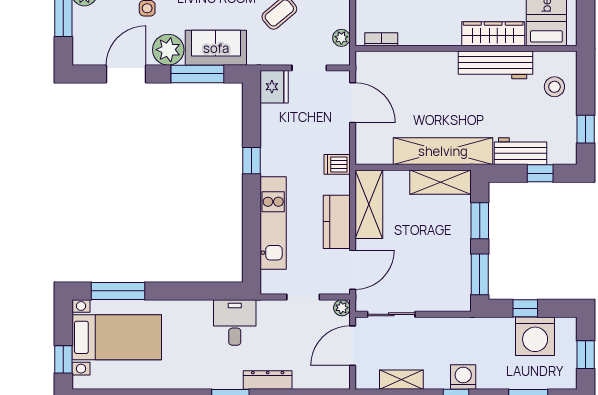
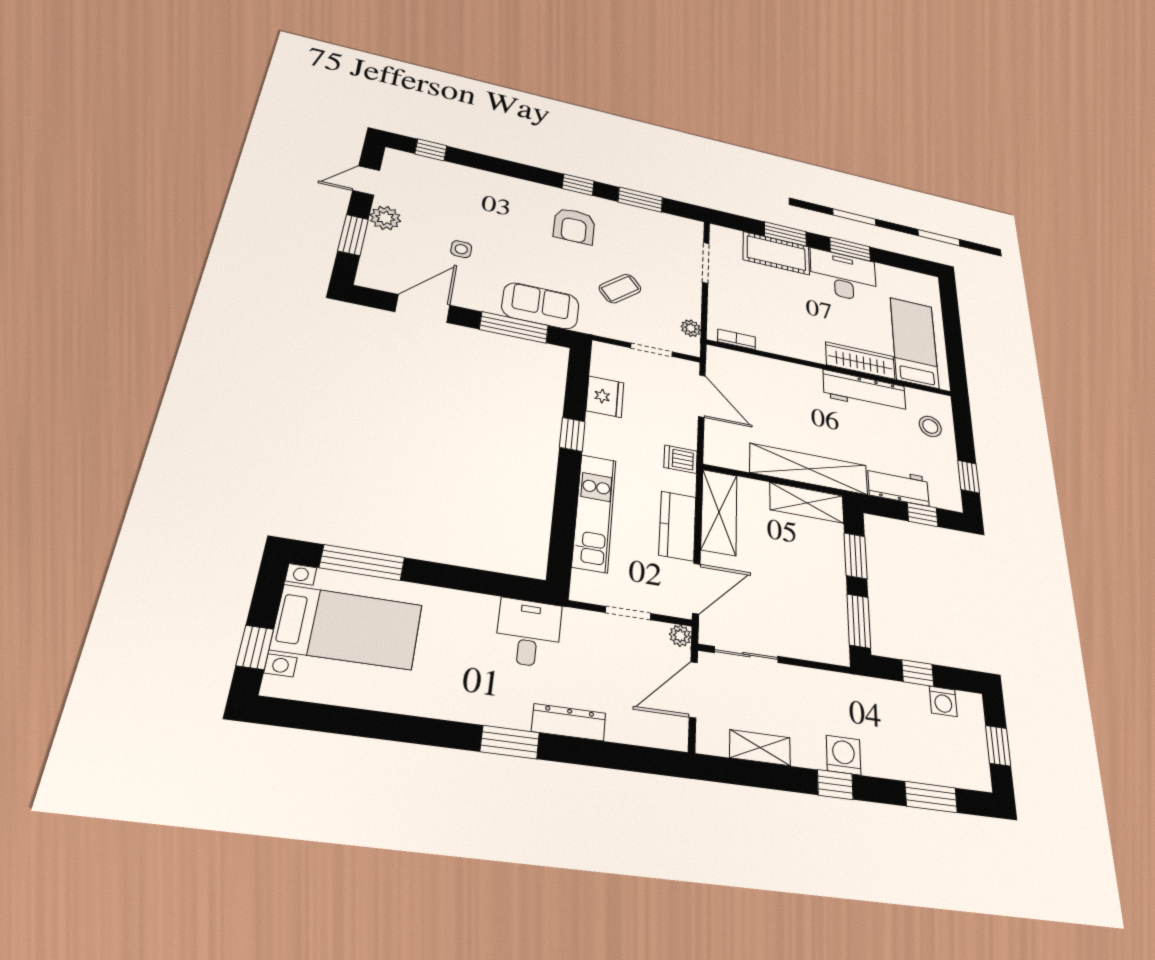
plant: (168, 50) -> (481, 295), removed
fridge: (274, 87) -> (605, 397), moved
washing machine: (535, 336) -> (943, 701), width x0.53, depth x0.53

